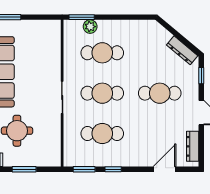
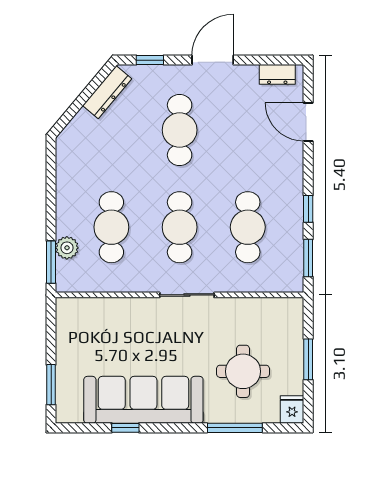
dresser: (193, 146) -> (277, 74), width x0.70

